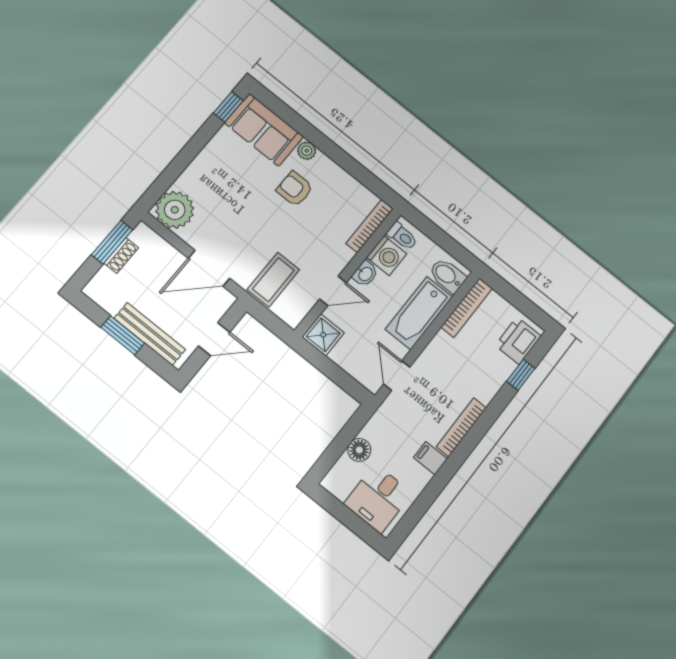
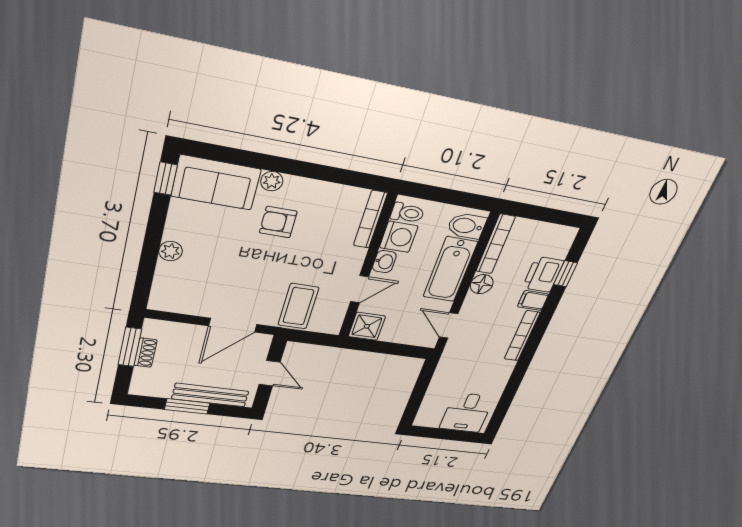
plant: (175, 210) -> (171, 251), moved, width x0.53, depth x0.53
door: (214, 339) -> (270, 373), hinge flipped
printer: (518, 341) -> (543, 274), moved
floor lamp: (359, 450) -> (482, 284), moved
filing cabinet: (430, 458) -> (533, 300), moved

